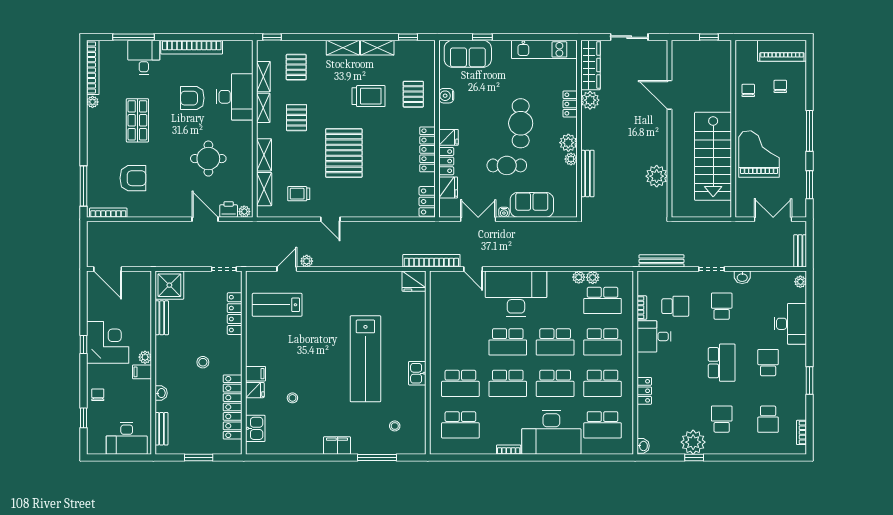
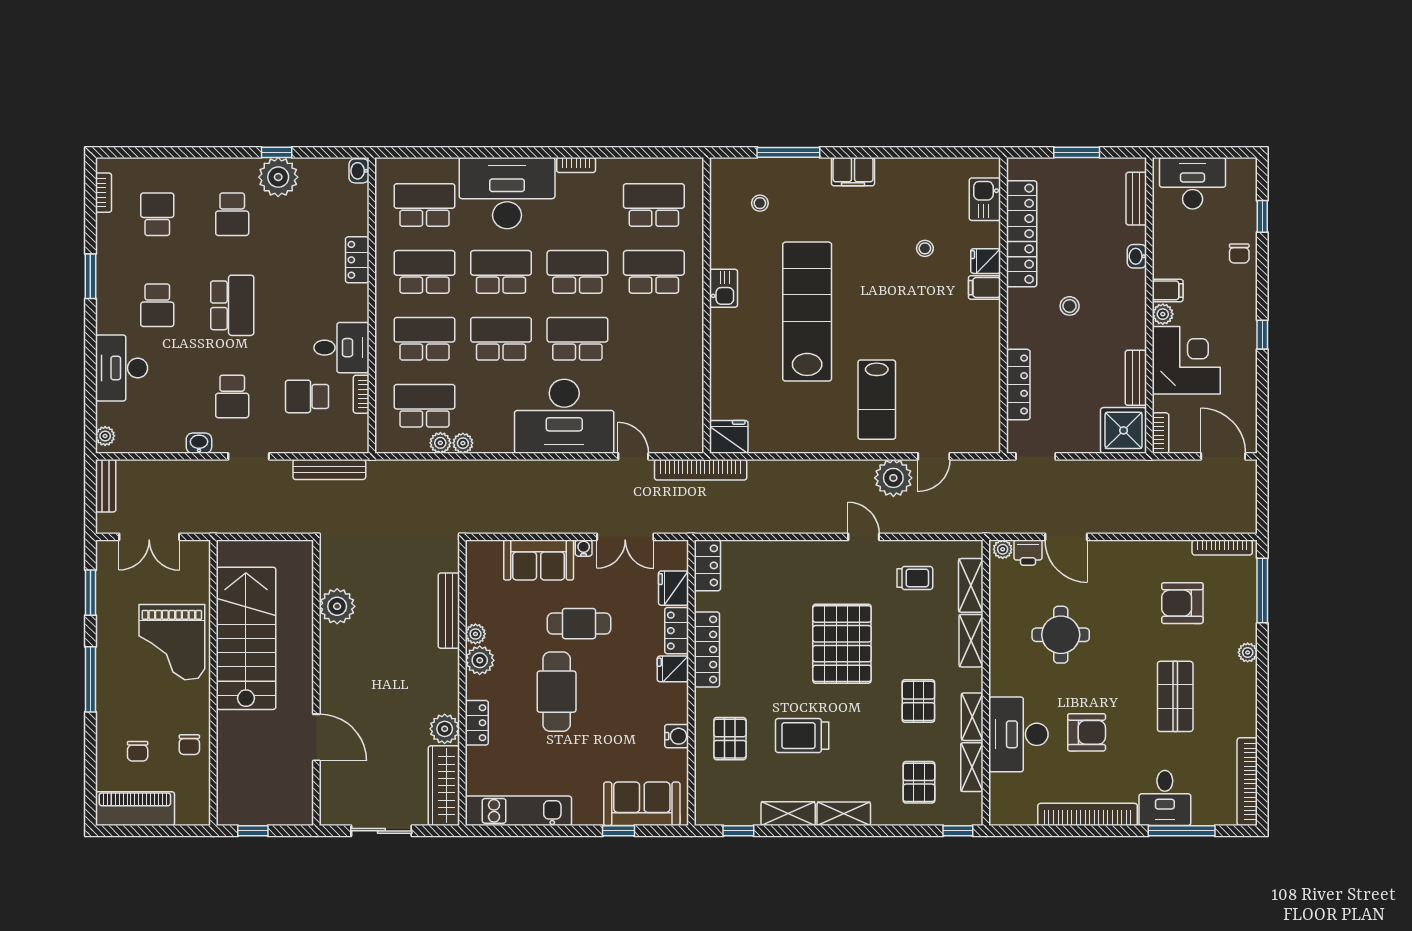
plant: (92, 102) -> (1248, 652), moved
plant: (307, 261) -> (893, 478), width x1.87, depth x1.87
bookcase: (146, 284) -> (1161, 433), added
lab bench: (277, 305) -> (877, 400), moved, turned 90
corner desk: (108, 342) -> (1186, 360), moved, turned 180
school desk: (722, 363) -> (232, 305), turned 180

